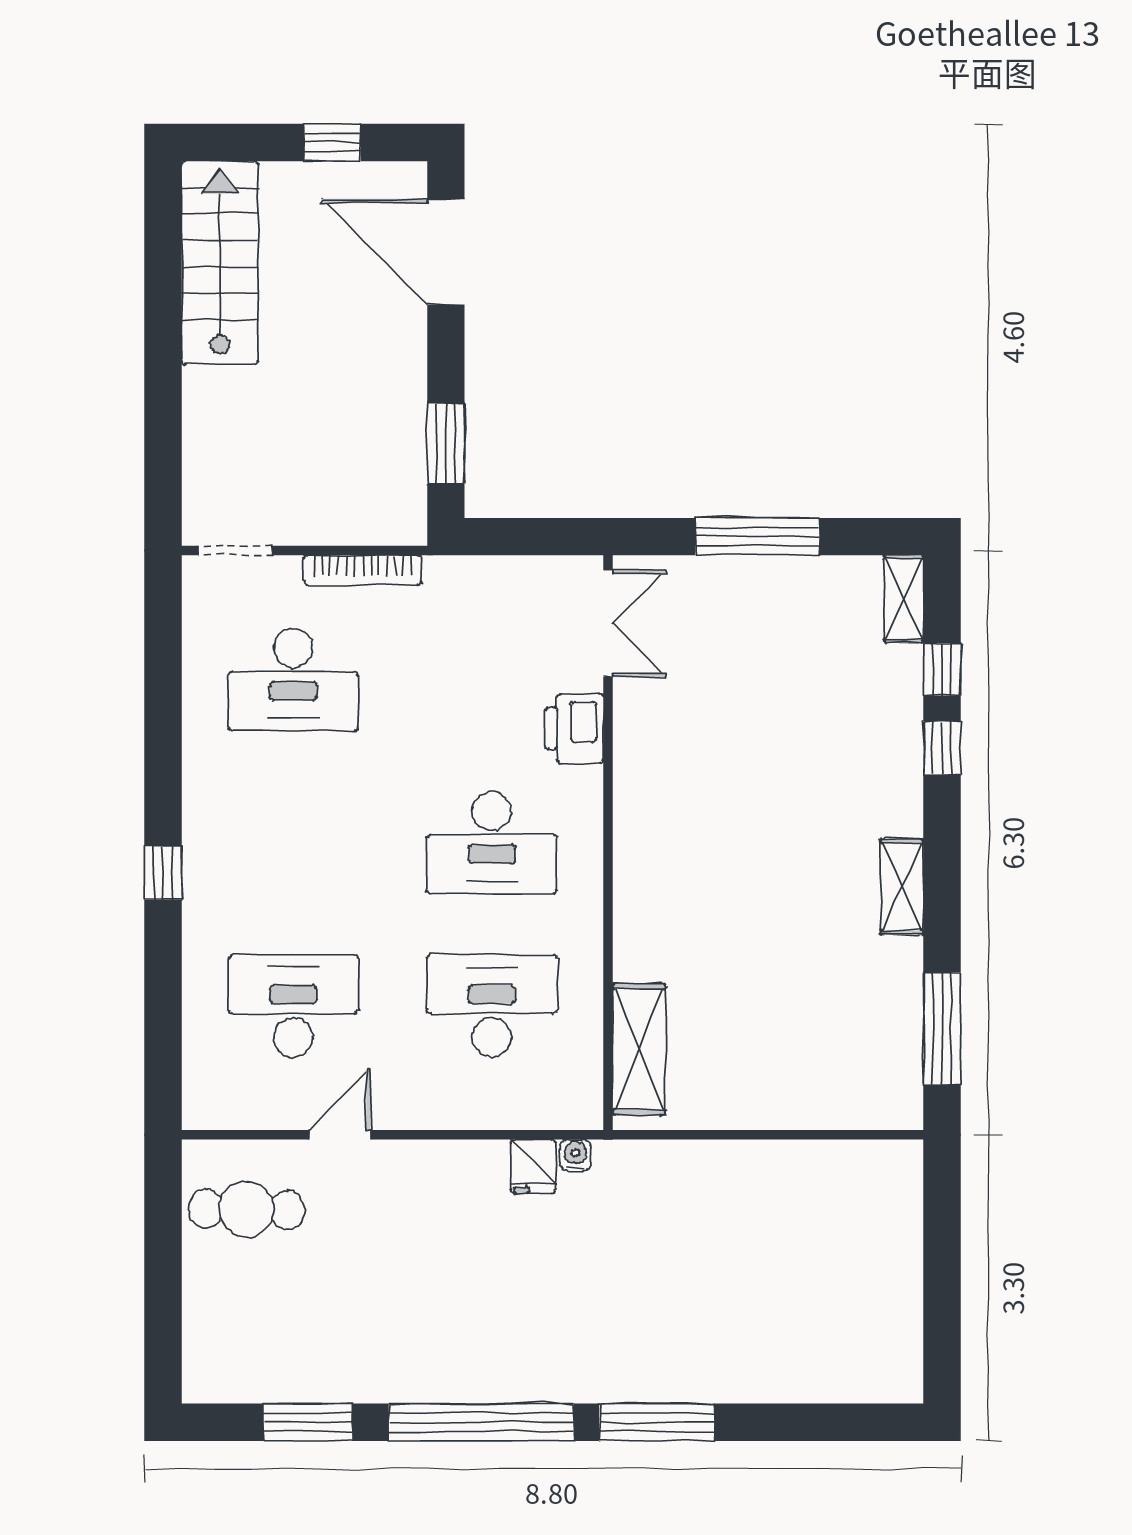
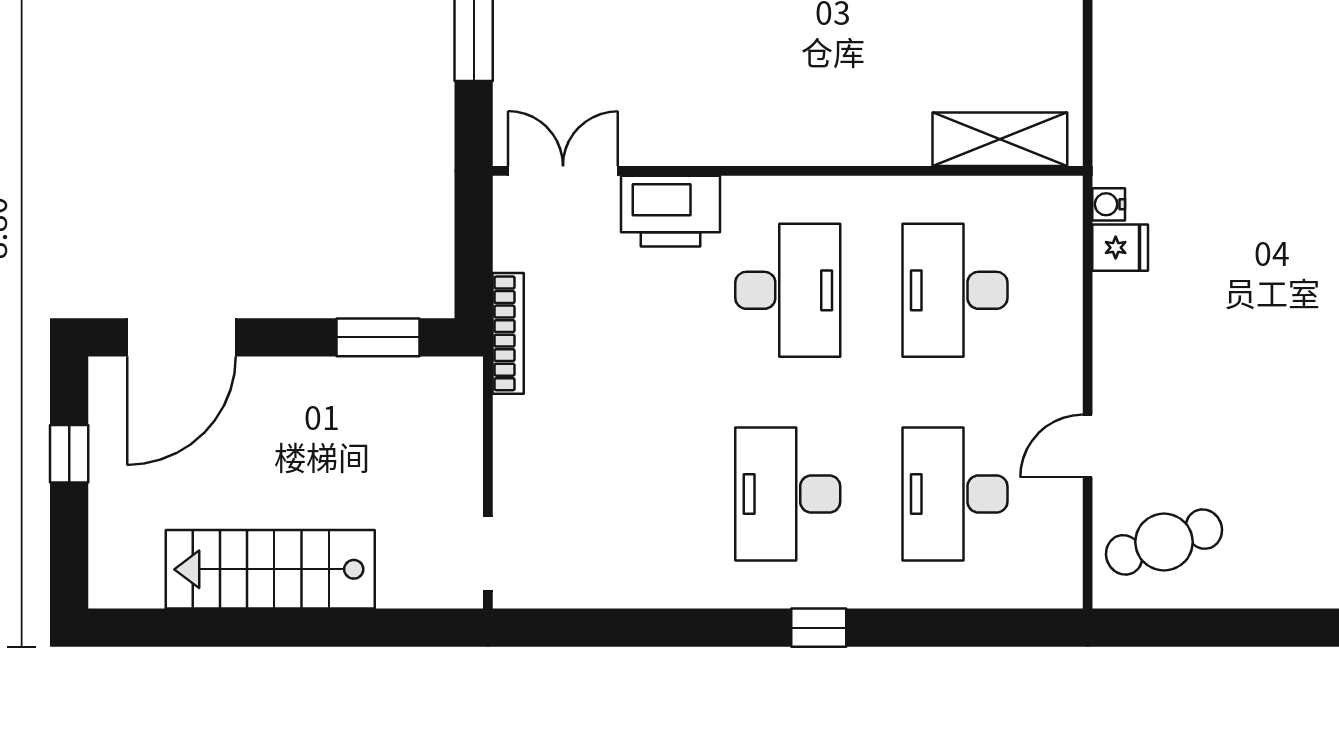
stairs: (220, 263) -> (270, 569), moved
bookcase: (363, 570) -> (508, 333), moved
desk: (293, 680) -> (788, 494), moved, turned 180
printer: (574, 728) -> (671, 211), width x1.37, depth x1.19
door: (340, 1135) -> (1088, 446), hinge flipped
cafe table: (246, 1209) -> (1164, 542), turned 71

